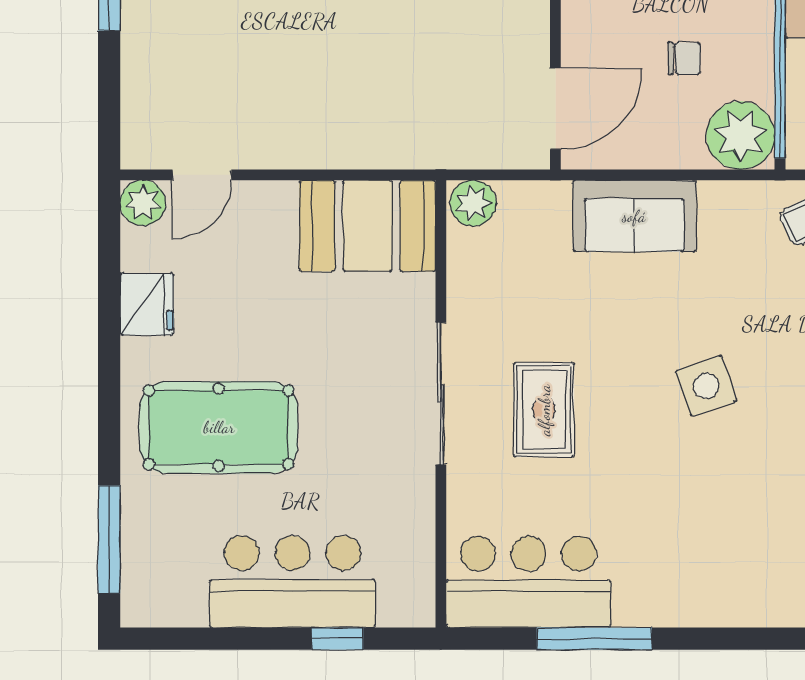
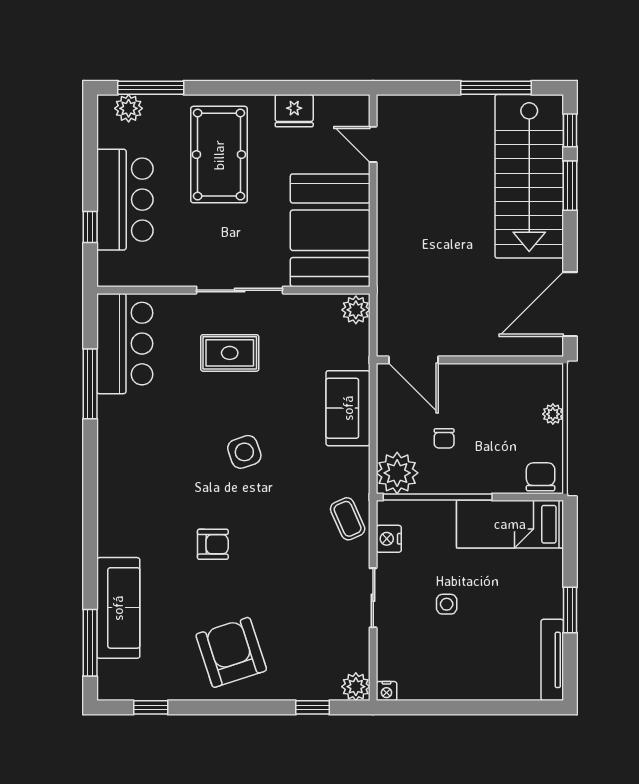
plant: (143, 203) -> (129, 108), moved
booth: (367, 226) -> (330, 230), width x1.36, depth x1.42

